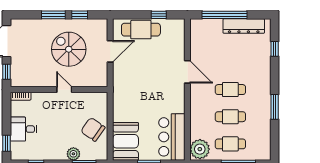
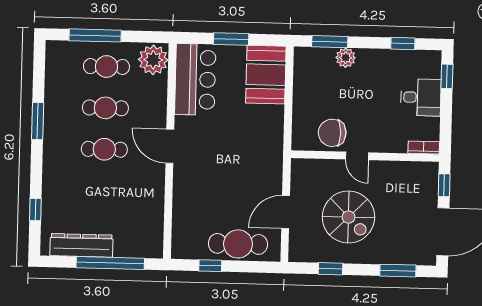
window: (53, 15) -> (398, 271), moved
door: (187, 72) -> (170, 146), moved
chair: (93, 129) -> (332, 133), moved, turned 145

